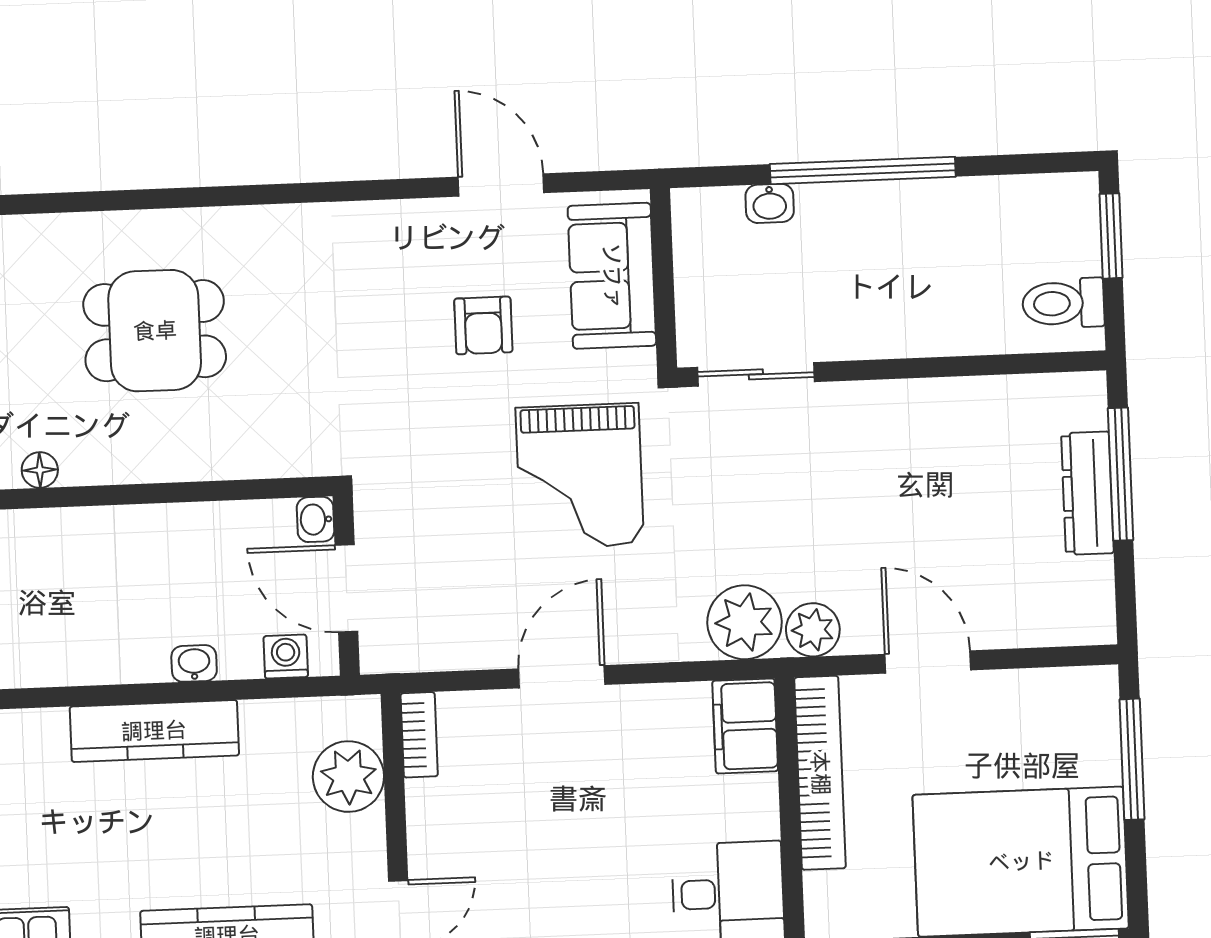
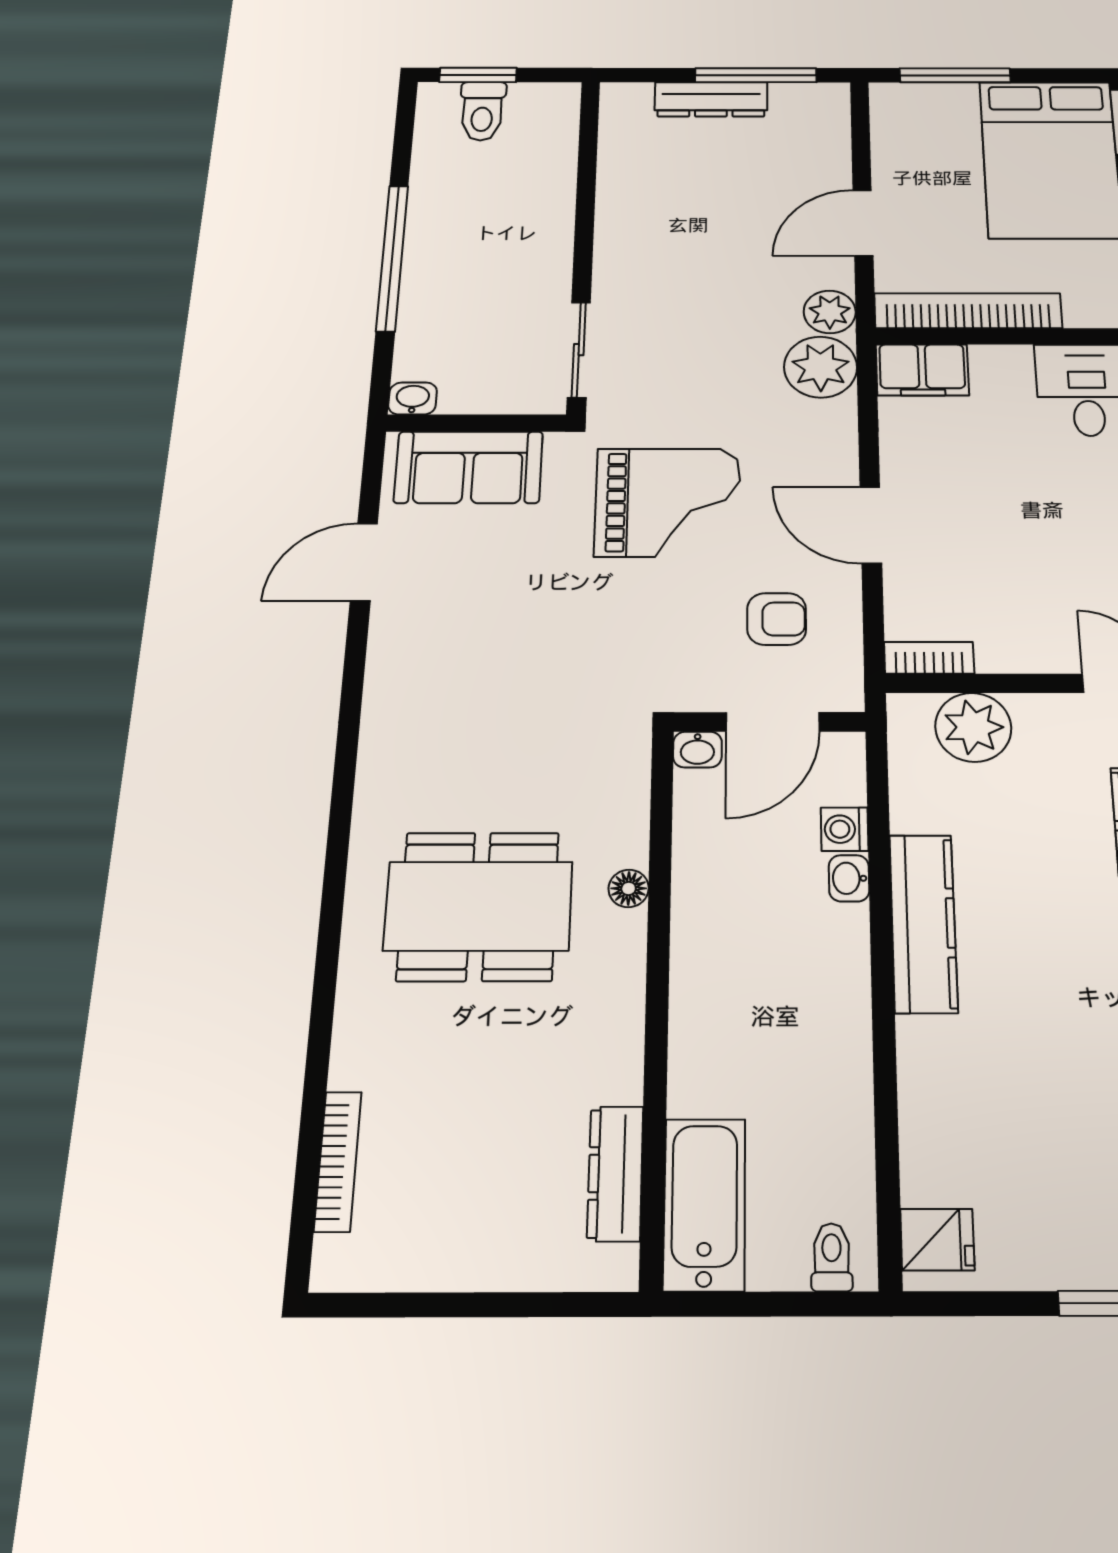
washbasin: (770, 203) -> (413, 399), moved, turned -90
toilet: (1063, 303) -> (482, 111), moved
armchair: (483, 325) -> (777, 619), moved
dining table: (155, 331) -> (478, 906), width x1.38
floor lamp: (40, 470) -> (629, 888), moved
window: (1121, 474) -> (756, 75), moved
washing machine: (286, 656) -> (845, 829), moved

